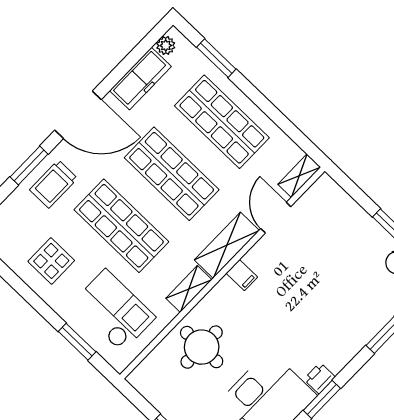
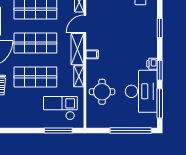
door: (276, 218) -> (85, 24), hinge flipped
display table: (51, 261) -> (23, 112), removed
window: (77, 342) -> (58, 130), width x1.44

